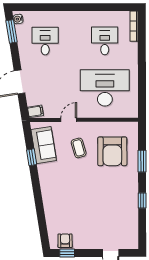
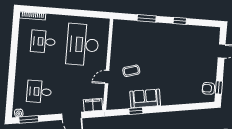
filing cabinet: (35, 111) -> (93, 105), width x2.00
door: (69, 120) -> (107, 77), hinge flipped
sofa: (44, 145) -> (145, 98), moved
armchair: (112, 151) -> (136, 43), removed

